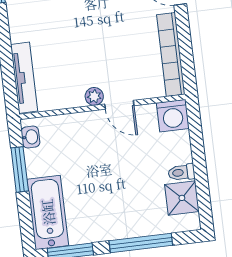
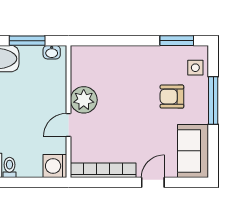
tv unit: (24, 78) -> (99, 53), removed
plant: (94, 96) -> (84, 100), width x1.88, depth x1.88

